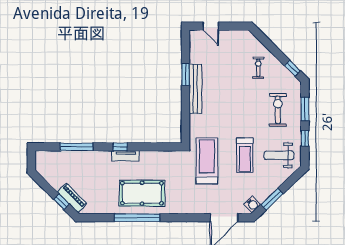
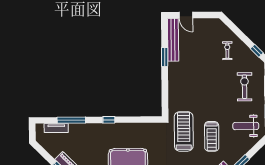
bench: (195, 89) -> (173, 40), moved
treadmill: (245, 155) -> (212, 136), moved
tv unit: (126, 156) -> (56, 128), moved

